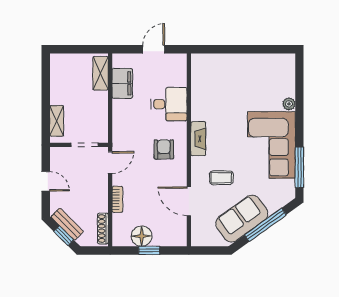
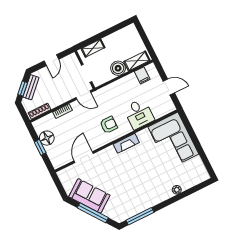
filing cabinet: (122, 83) -> (142, 75), width x0.50
boiler: (98, 102) -> (118, 68), added
corner sofa: (271, 145) -> (173, 140), moved, turned -90
coffee table: (221, 178) -> (109, 170), removed

